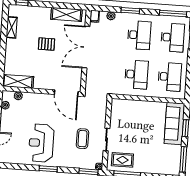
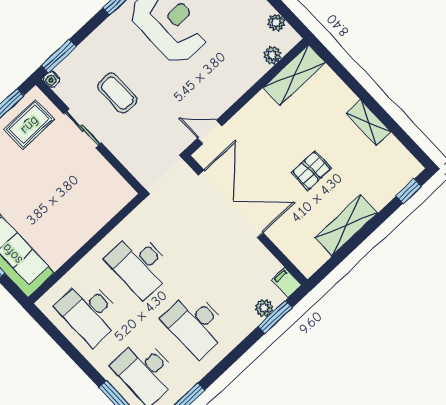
window: (130, 10) -> (275, 317), moved
shelving: (66, 14) -> (346, 226), moved
shelving: (12, 27) -> (369, 123), moved
double door: (86, 47) -> (231, 204), moved
door: (66, 93) -> (210, 132), width x0.53

